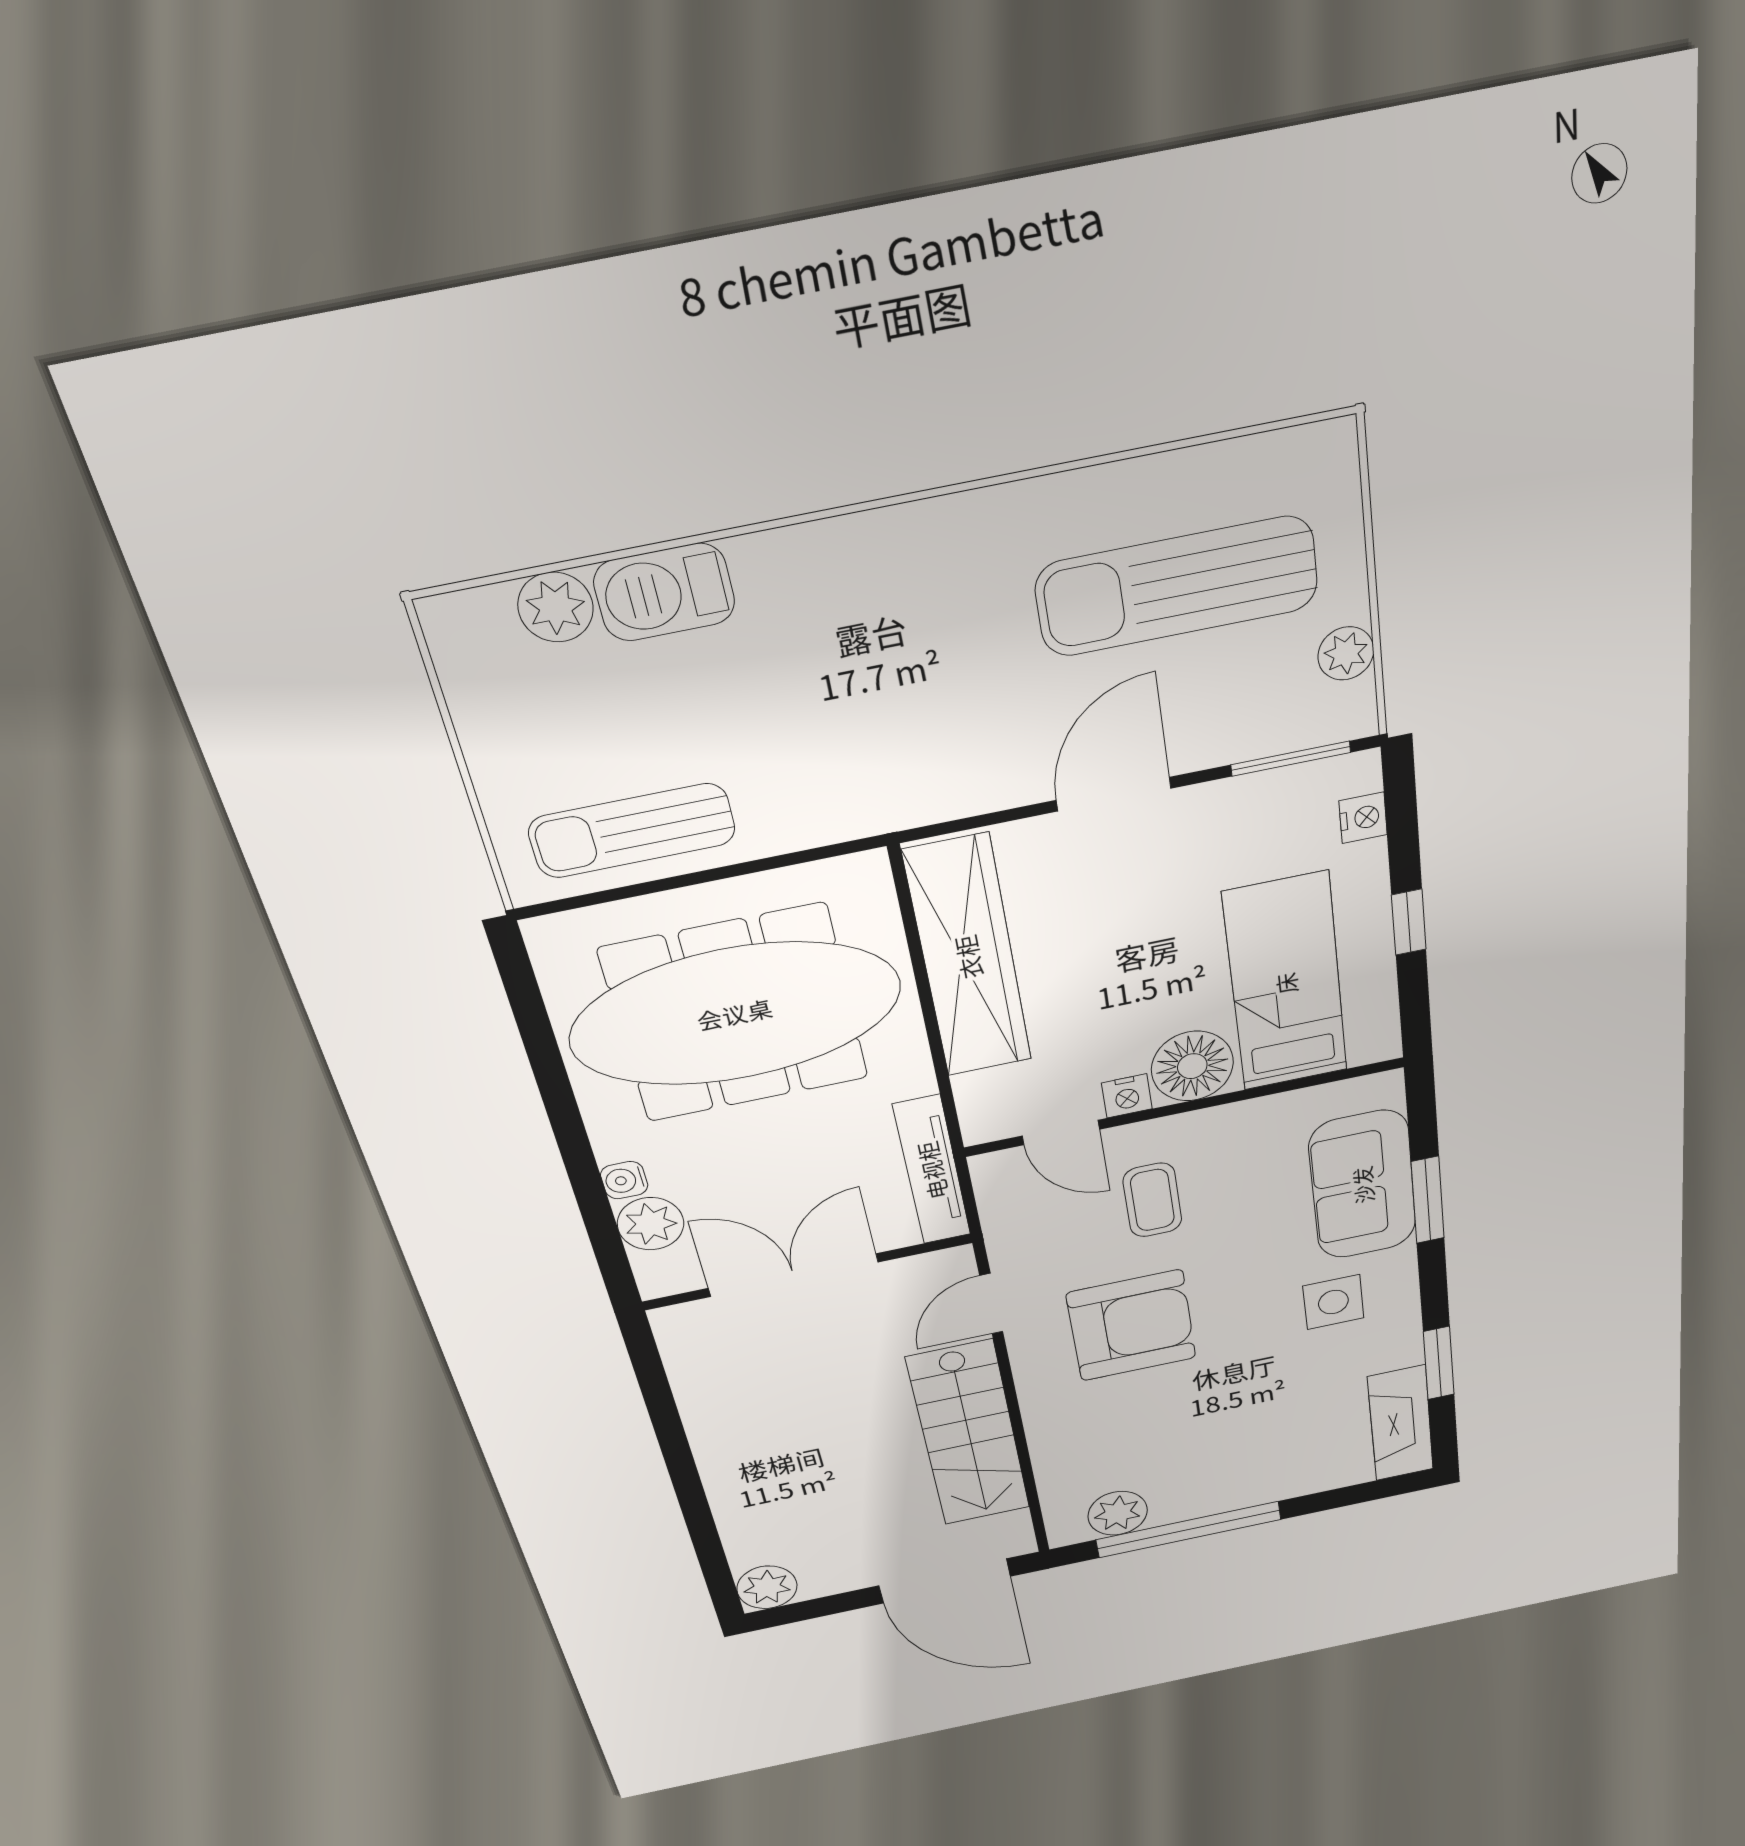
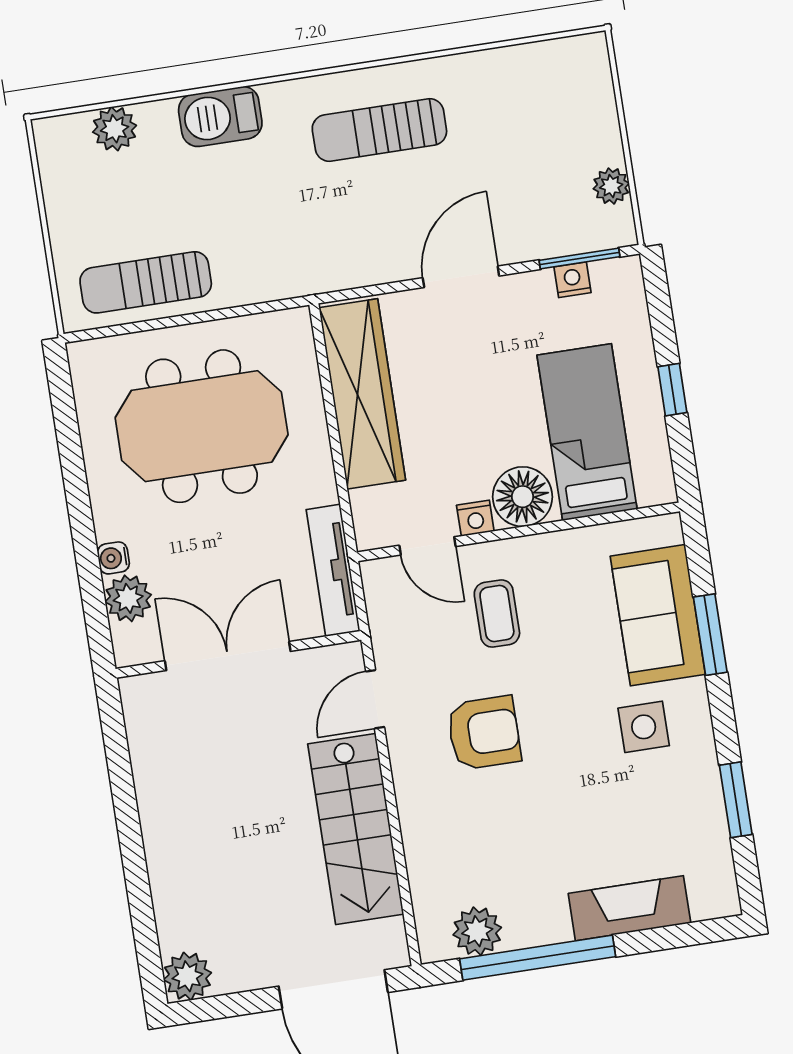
sun lounger: (1177, 586) -> (379, 130), moved, width x0.73, depth x0.75
barbecue: (664, 592) -> (220, 116), moved
nightstand: (1363, 818) -> (572, 280), moved, turned -90
meeting table: (735, 1014) -> (202, 426), width x0.73
armchair: (1131, 1326) -> (484, 733), width x0.73, depth x0.73
fireplace: (1401, 1423) -> (629, 908), moved, turned 90

